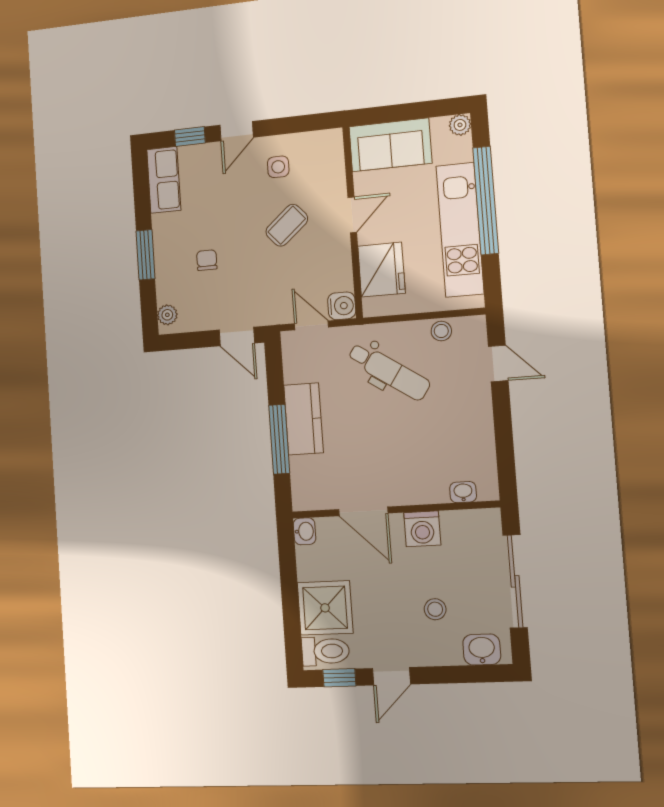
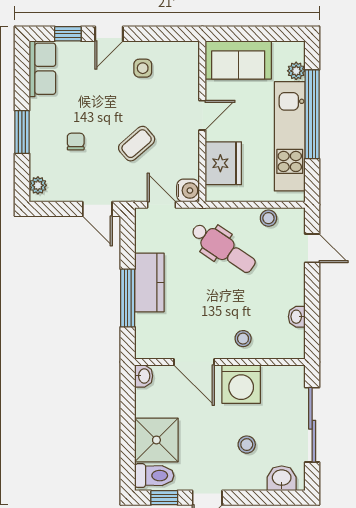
plant: (460, 125) -> (296, 71), moved
coffee table: (287, 225) -> (137, 144), moved
stool: (421, 479) -> (243, 339), added
washbasin: (463, 492) -> (297, 317), moved, turned -90
washing machine: (422, 529) -> (241, 384), width x1.37, depth x1.37

